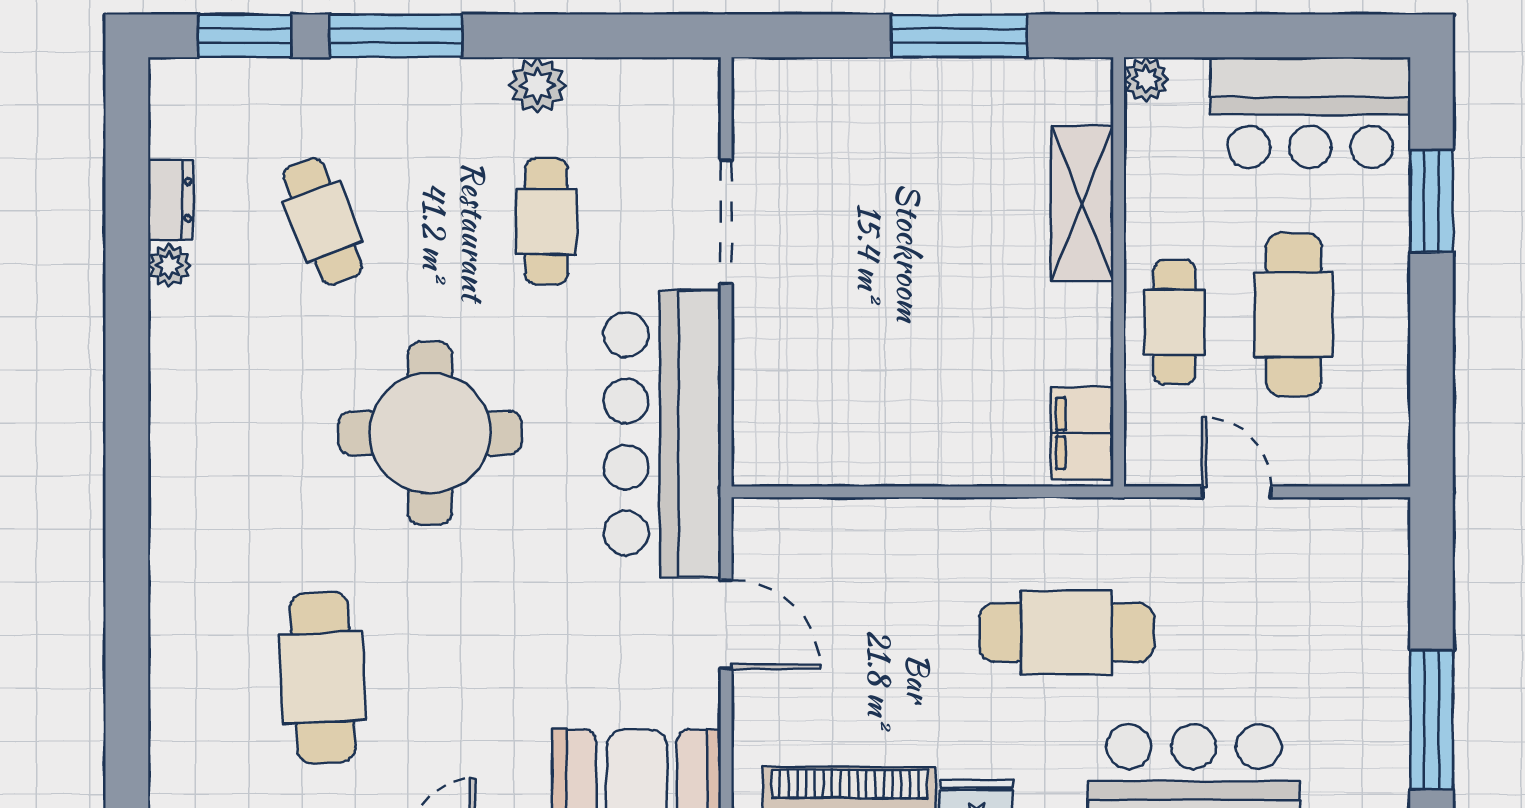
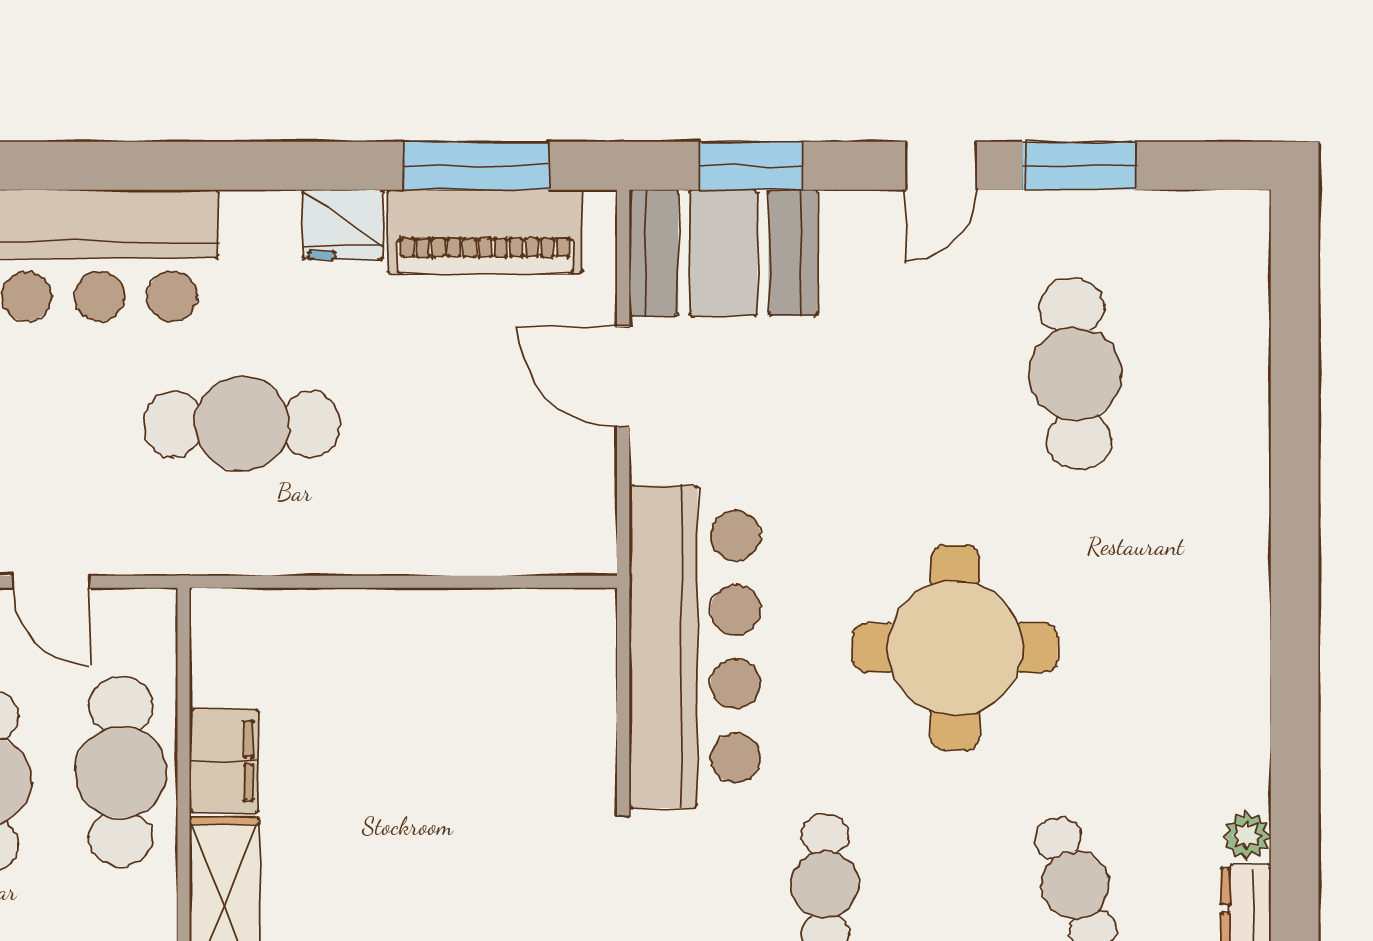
cafe table: (1174, 322) -> (121, 772), width x1.37, depth x1.35
filing cabinet: (1082, 433) -> (224, 761), moved
door: (726, 624) -> (623, 377), moved

